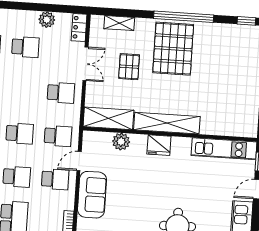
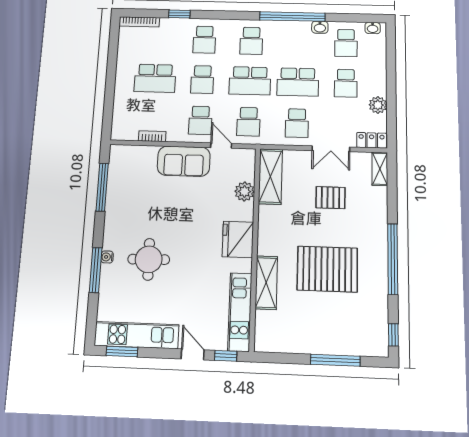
shelving: (119, 23) -> (380, 169), moved
pallet: (173, 49) -> (327, 269), moved
school desk: (22, 90) -> (298, 82), added
shelving: (167, 123) -> (266, 283), moved, width x0.68
school desk: (20, 133) -> (250, 81), width x1.85
fridge: (159, 145) -> (238, 239), width x1.36, depth x1.34

